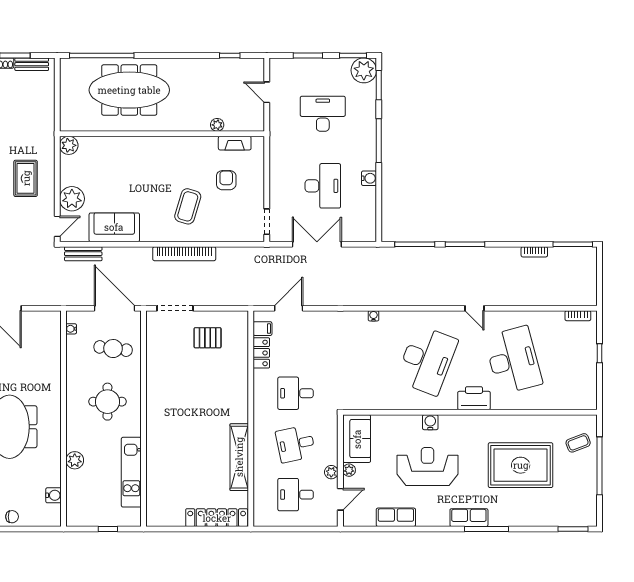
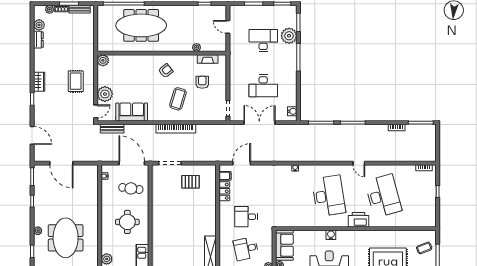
plant: (364, 70) -> (289, 36), moved
armchair: (168, 162) -> (166, 71), added
water cooler: (369, 178) -> (292, 111), moved
desk: (323, 186) -> (263, 86), turned 90
desk: (427, 360) -> (329, 196), turned -30

